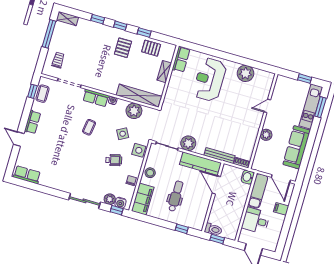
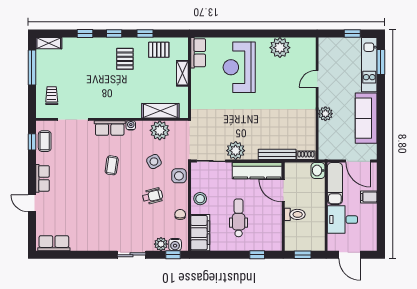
shelving: (139, 96) -> (160, 111), width x0.68
sliding door: (85, 201) -> (131, 255), width x0.73
toilet: (213, 229) -> (295, 214), moved

